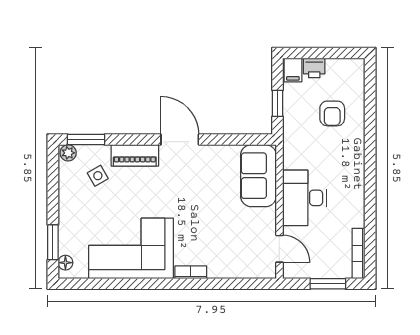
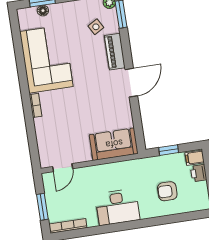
desk: (304, 198) -> (117, 207), moved, turned 180
floor lamp: (65, 263) -> (43, 11), moved

